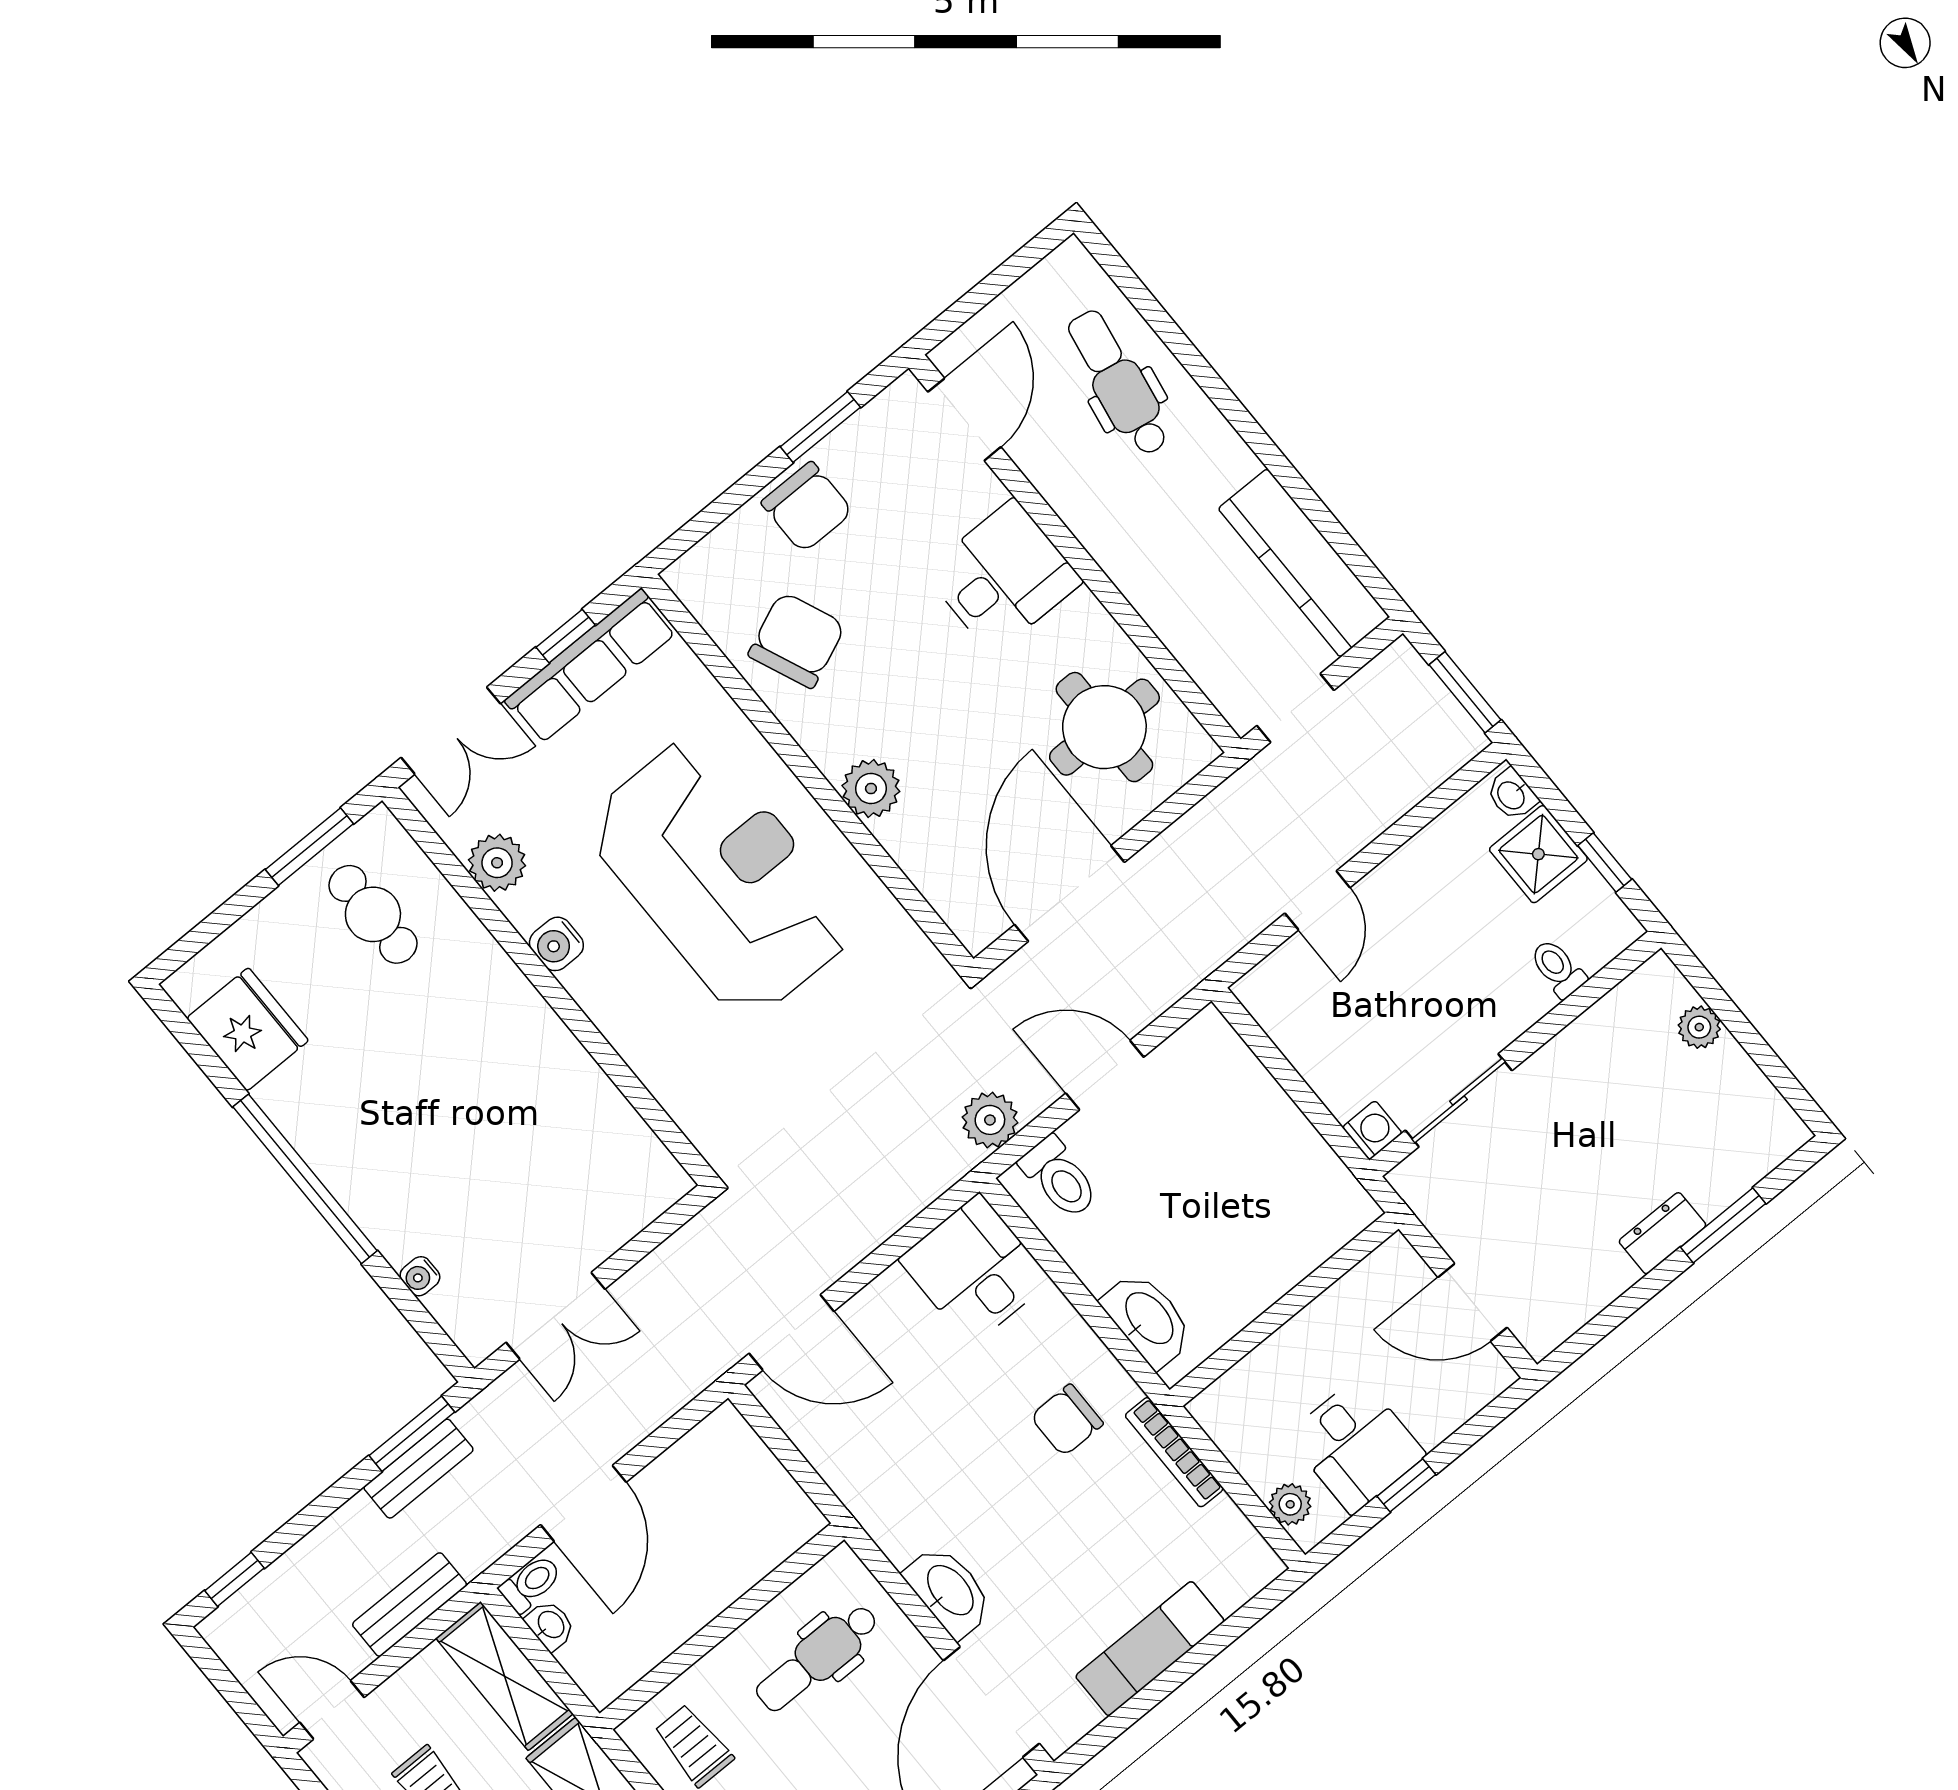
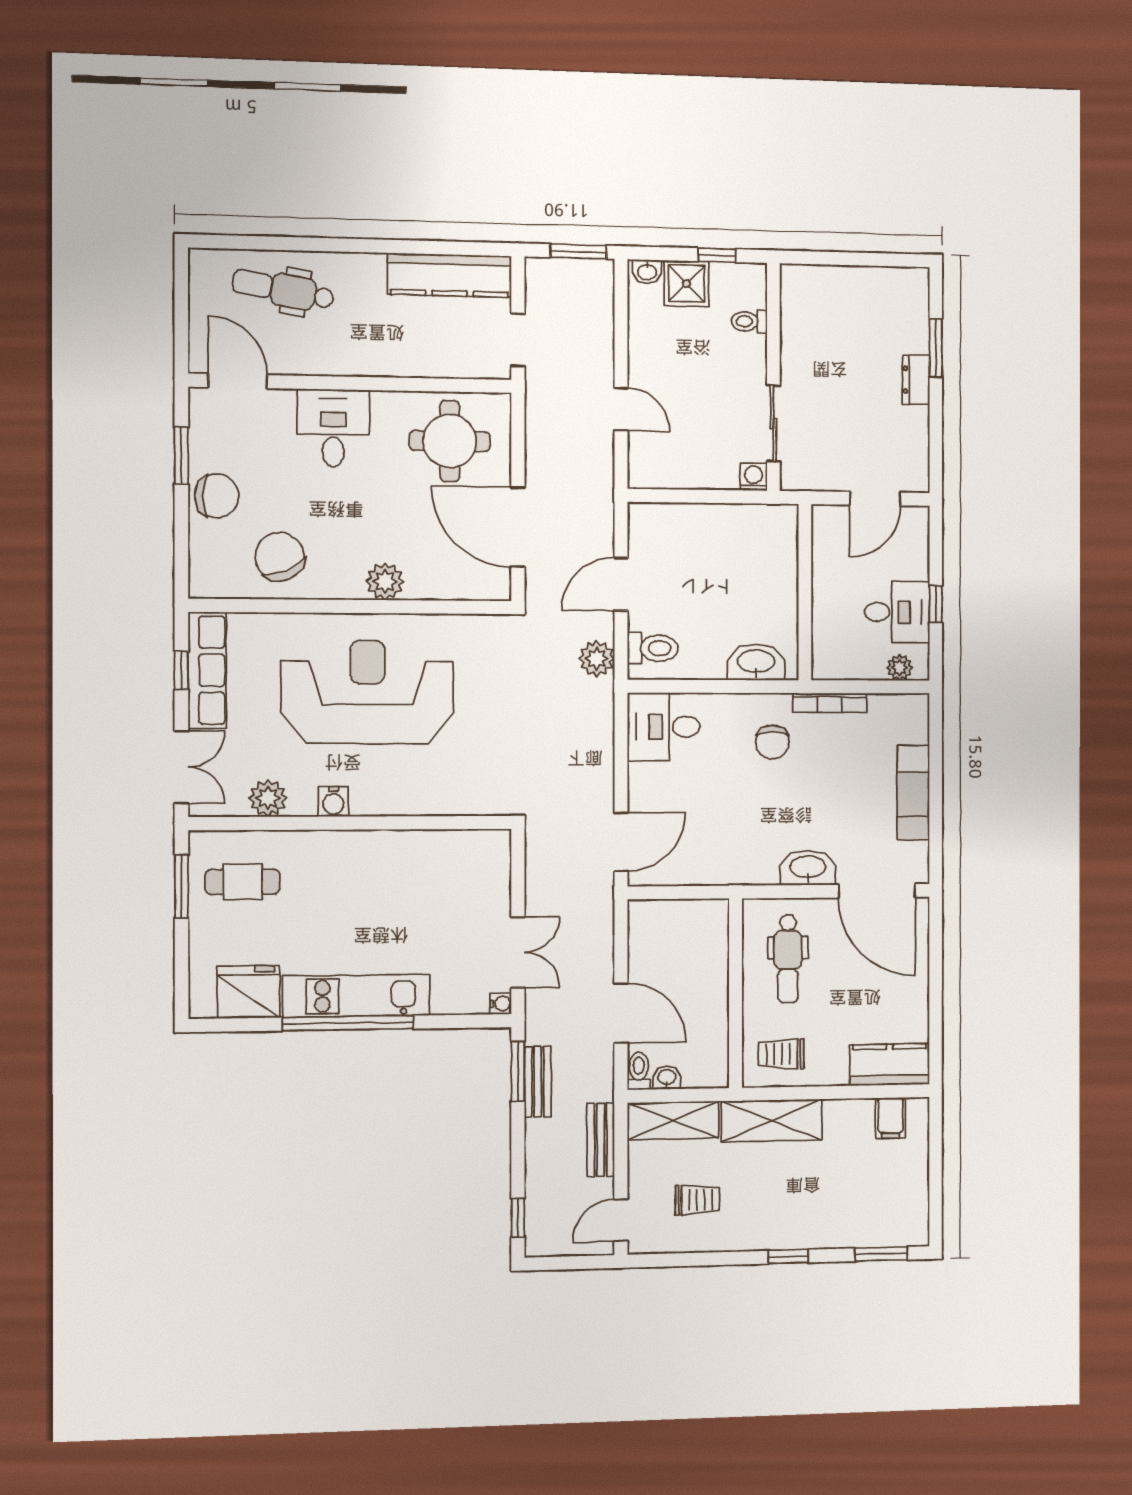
plant: (1699, 1027) -> (833, 278), removed
kitchen unit: (346, 1162) -> (356, 996), added
water cooler: (420, 1276) -> (501, 1004), moved, turned -90

